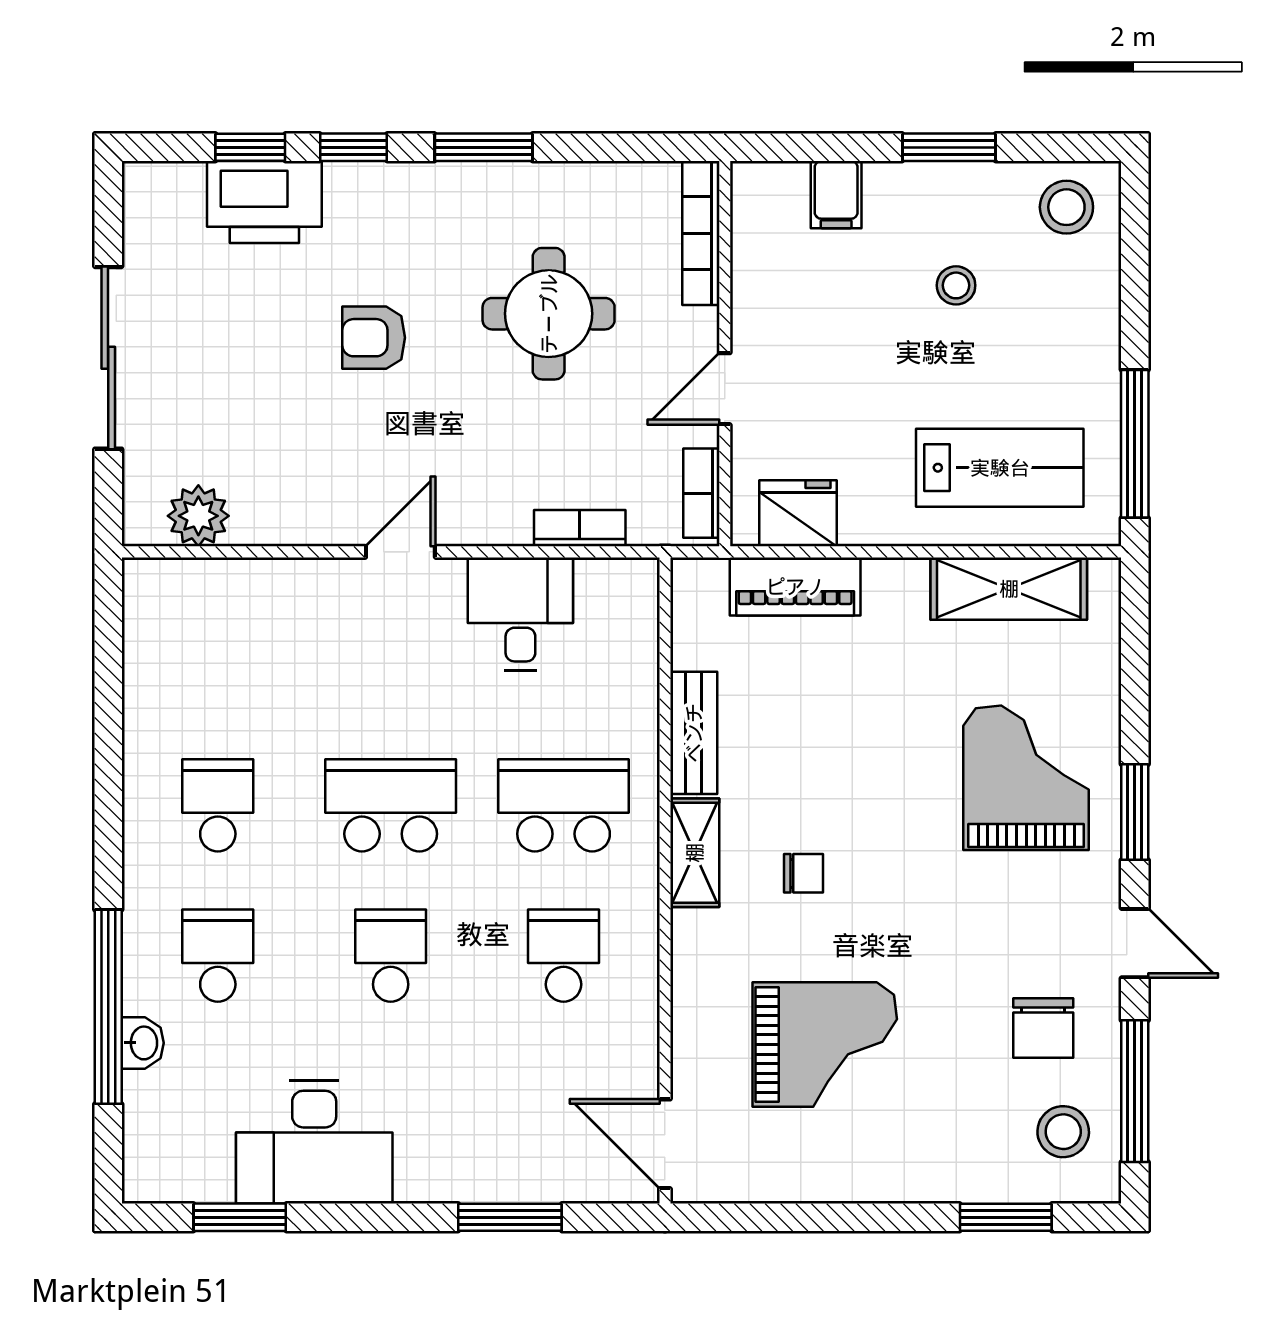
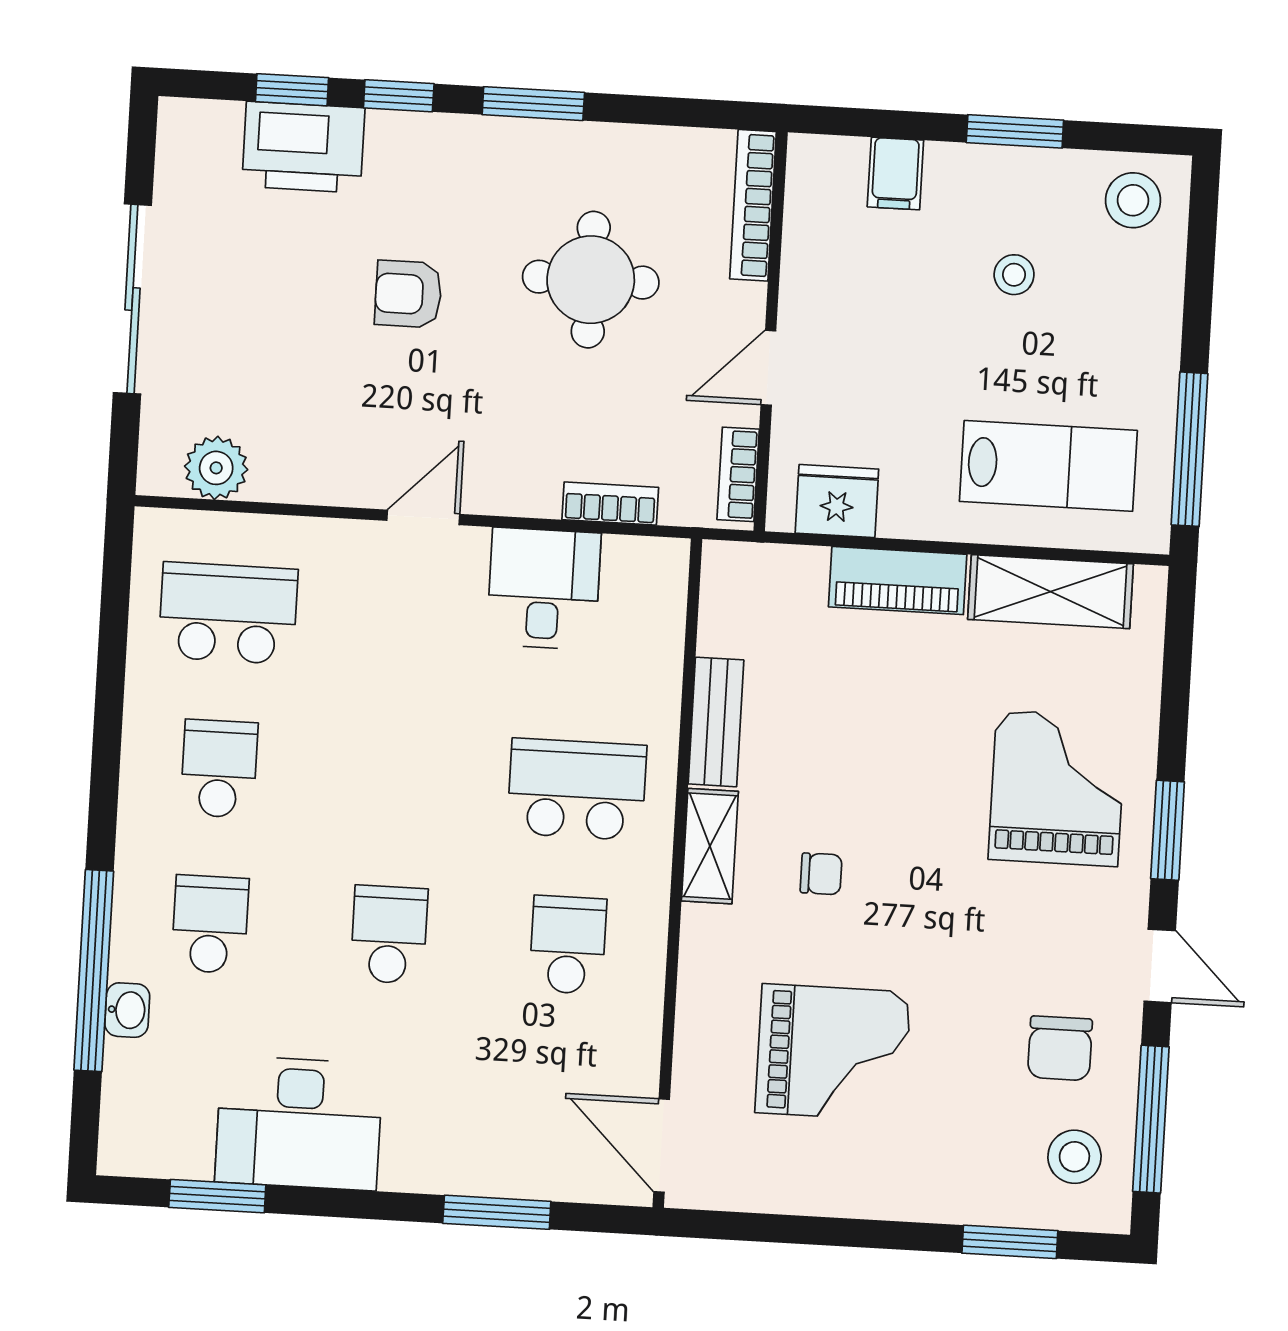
piano: (795, 587) -> (898, 581), moved
school desk: (391, 805) -> (228, 613), moved

